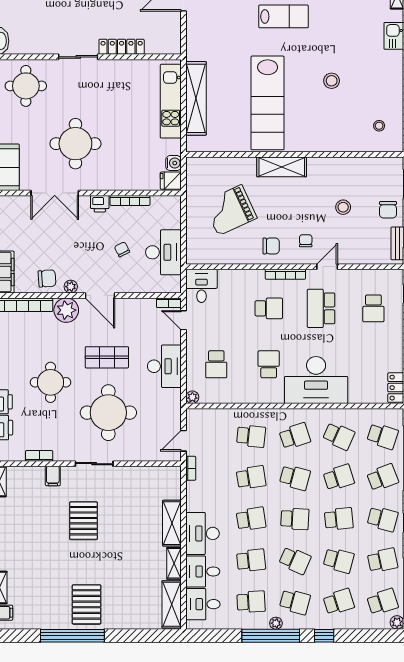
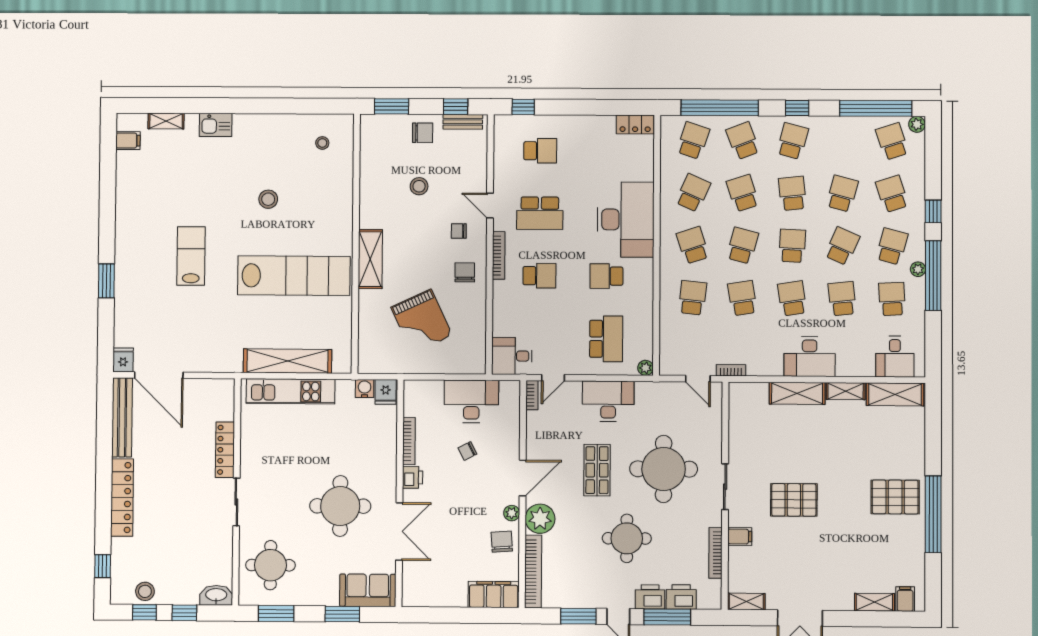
school desk: (269, 308) -> (539, 276), turned 90
school desk: (216, 364) -> (606, 339), width x1.85
bookcase: (39, 456) -> (715, 553), width x1.56
school desk: (383, 560) -> (842, 141), removed
desk: (203, 571) -> (855, 357), removed

